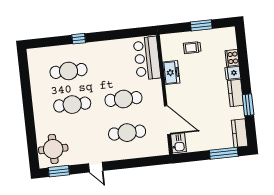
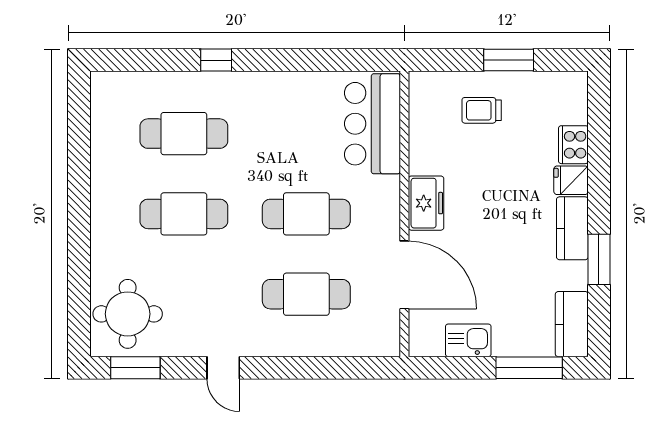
freezer: (171, 72) -> (426, 203), moved
kitchen sink: (178, 143) -> (468, 340), moved, turned -90

